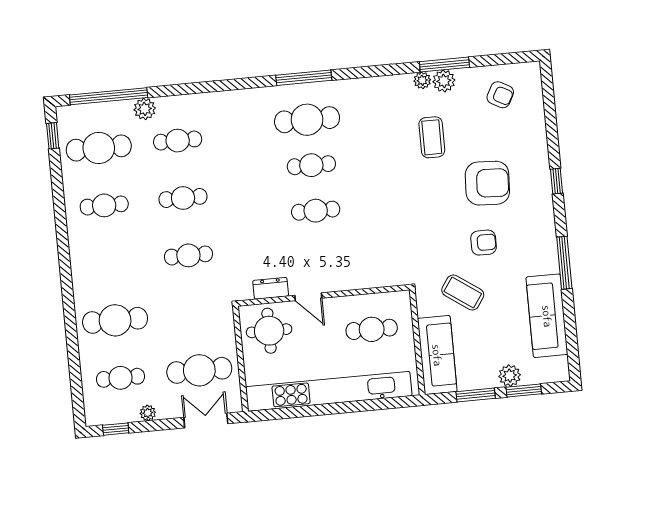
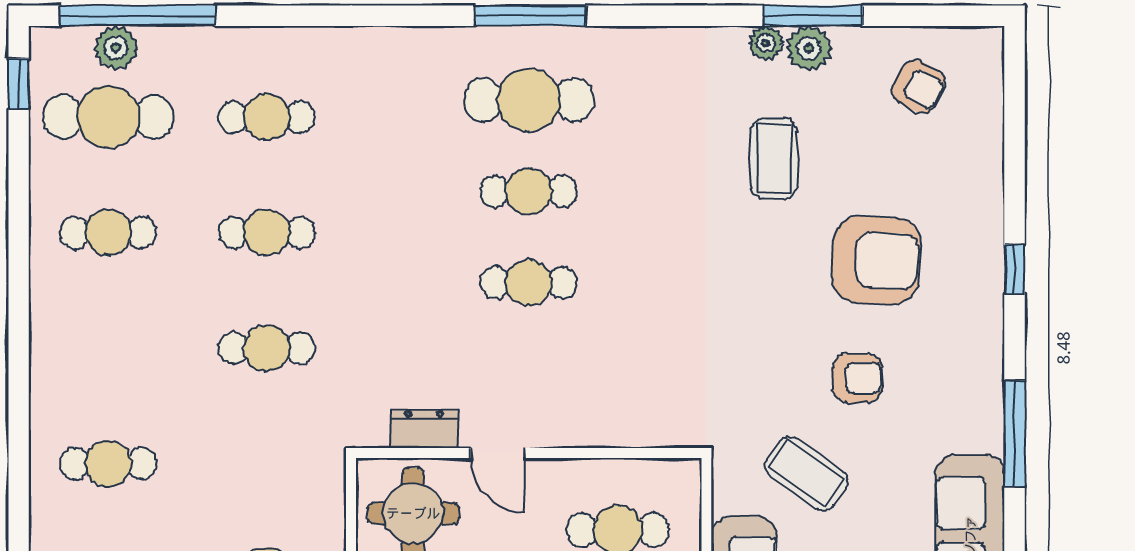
plant: (145, 109) -> (116, 48), moved
cafe table: (115, 320) -> (108, 464), width x0.73, depth x0.74

